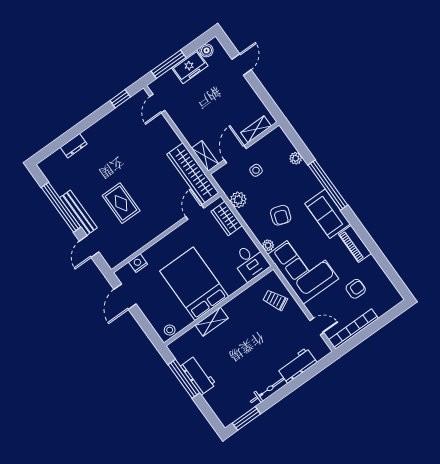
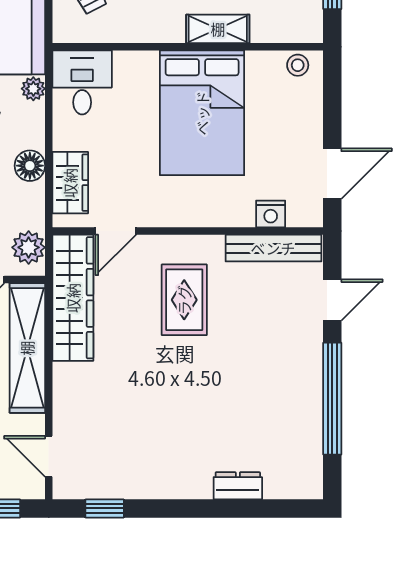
door: (157, 104) -> (49, 456), swing flipped
shelving: (205, 156) -> (27, 348), width x2.20, depth x1.33
plant: (238, 200) -> (29, 247), moved
rug: (121, 203) -> (184, 300), moved
bench: (78, 213) -> (273, 248), moved, turned 90
floor lamp: (247, 214) -> (30, 166), added

